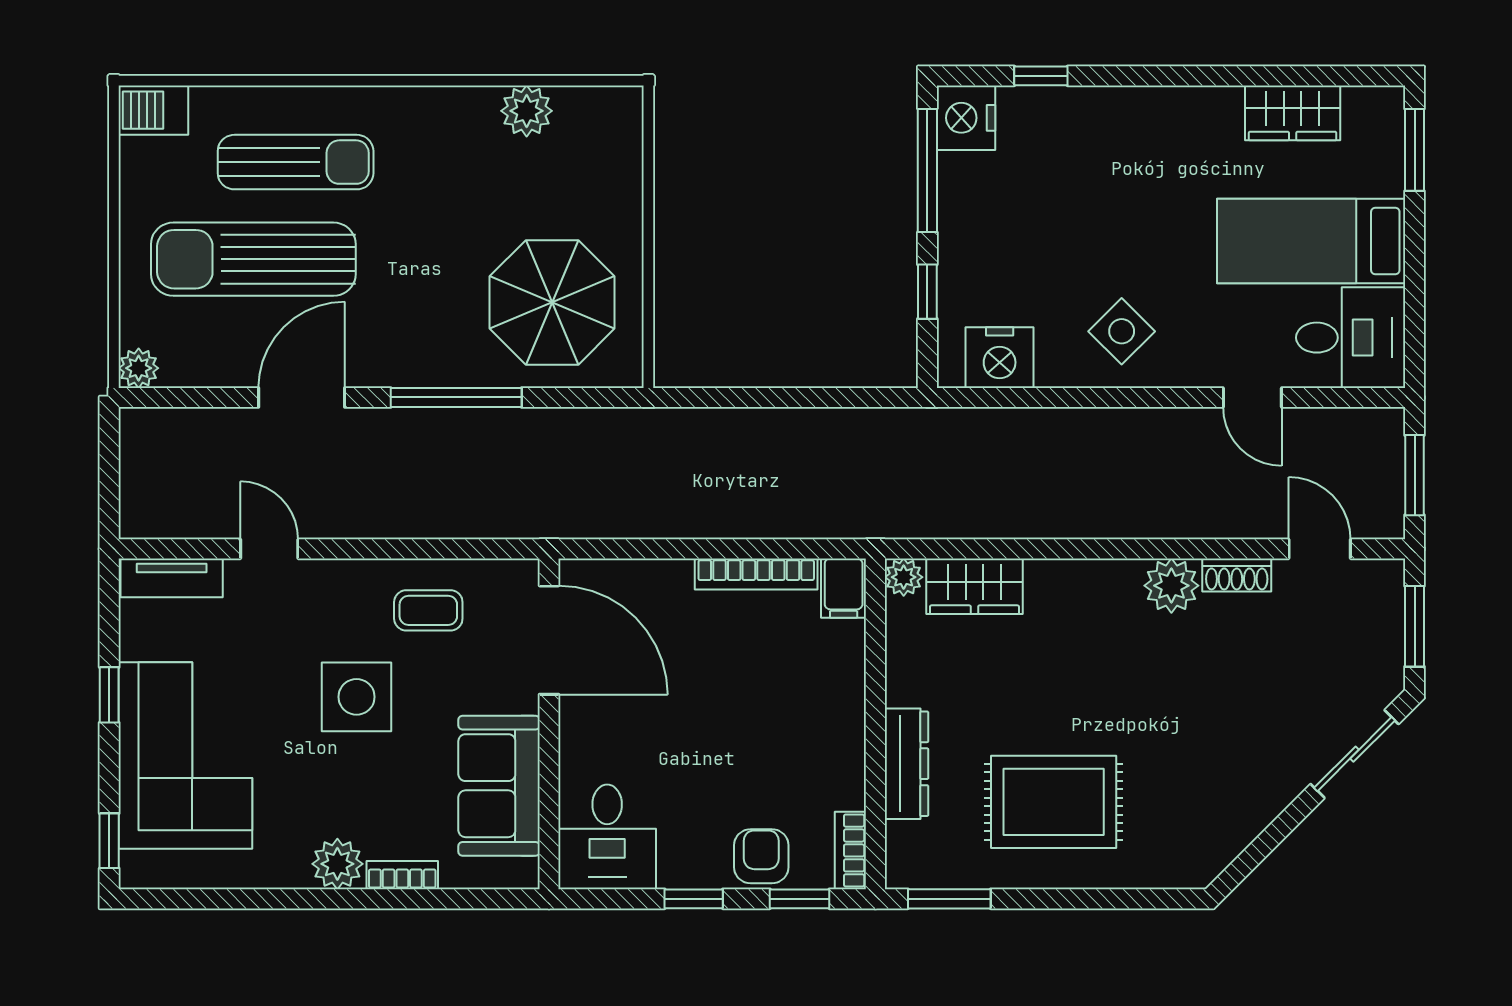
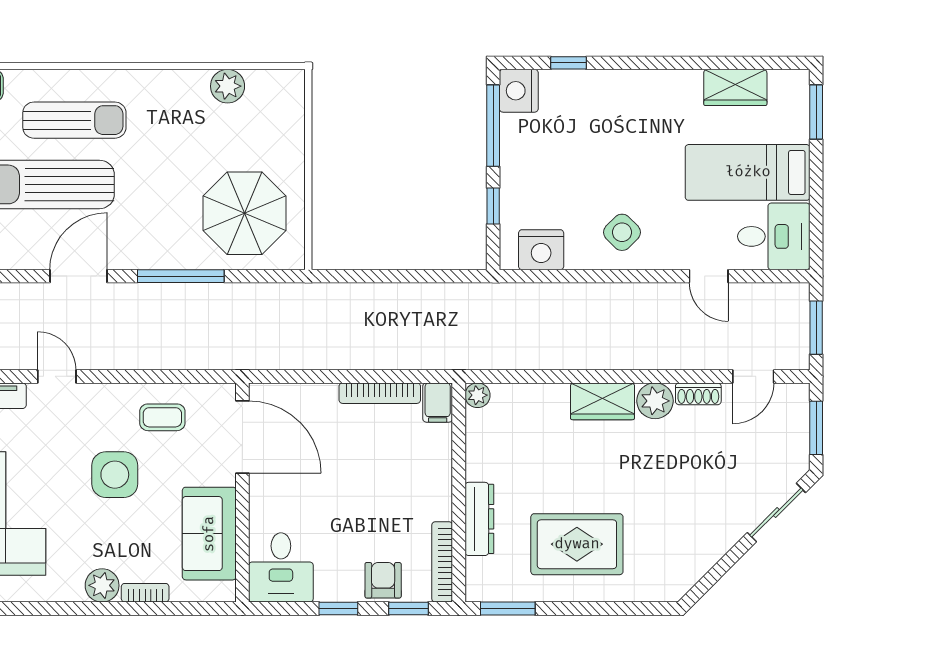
door: (1320, 549) -> (753, 376), swing flipped
wardrobe: (974, 586) -> (602, 401), moved
bookcase: (850, 850) -> (442, 562), width x1.56

